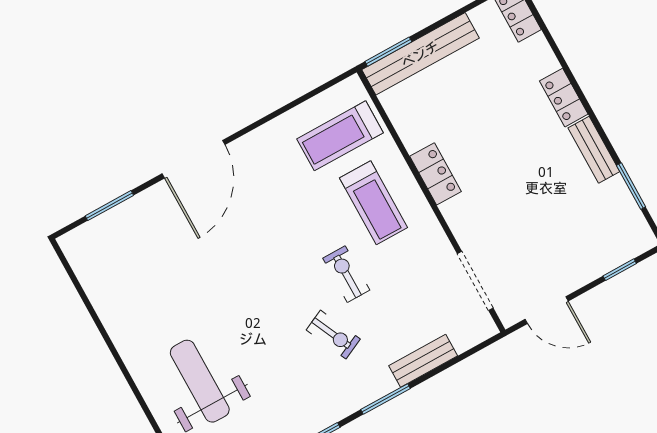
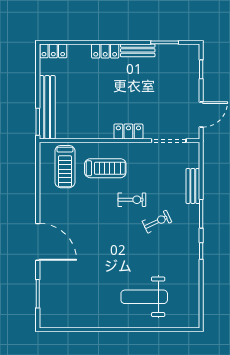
locker: (435, 174) -> (128, 131), moved
exercise bike: (346, 274) -> (132, 200), turned 180

